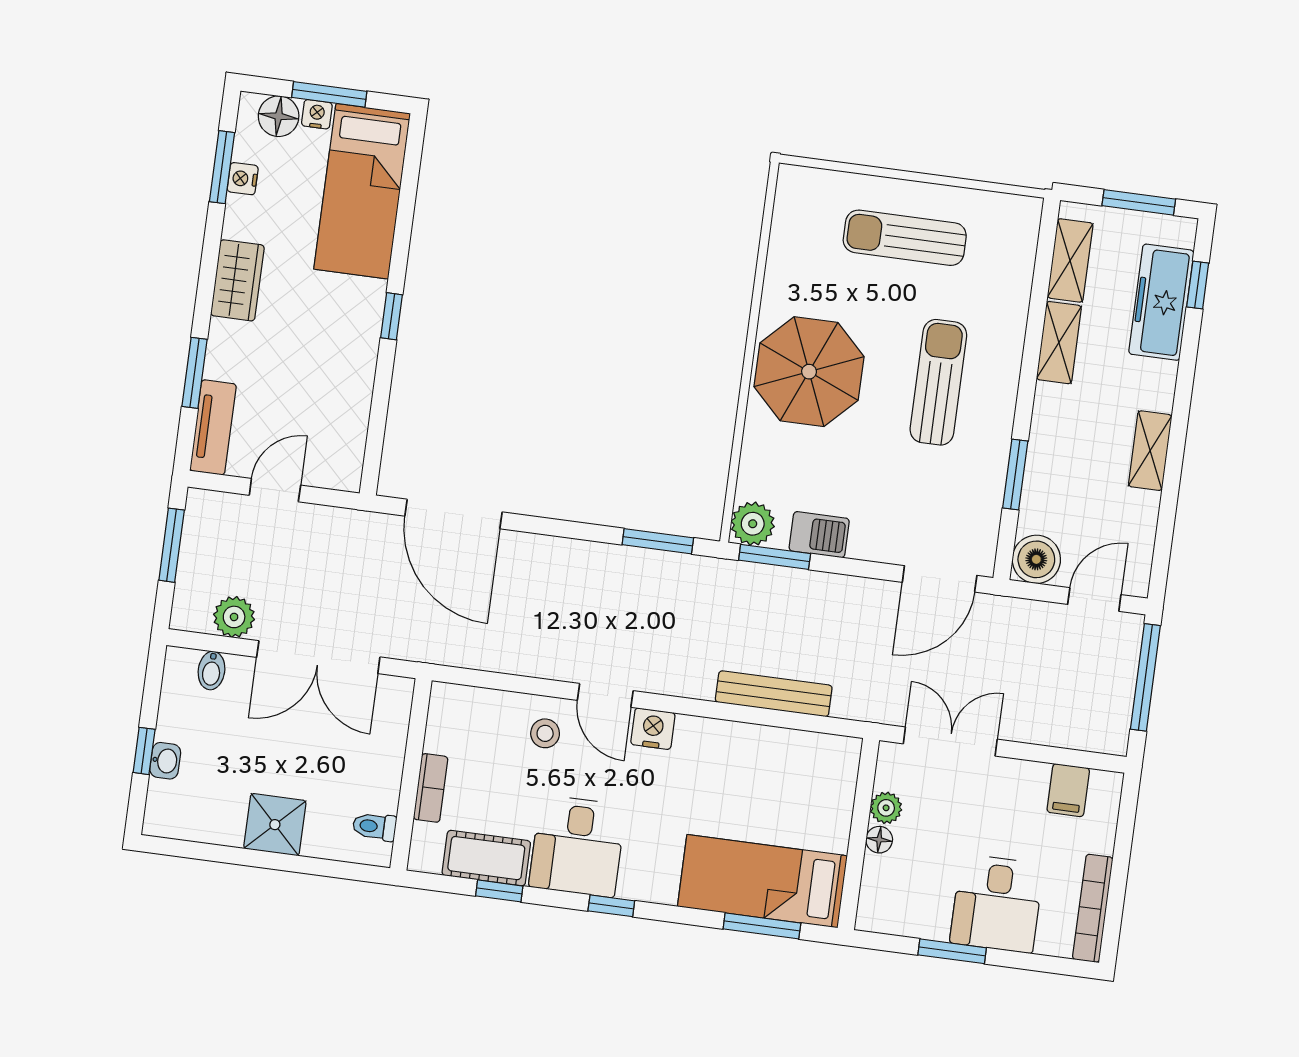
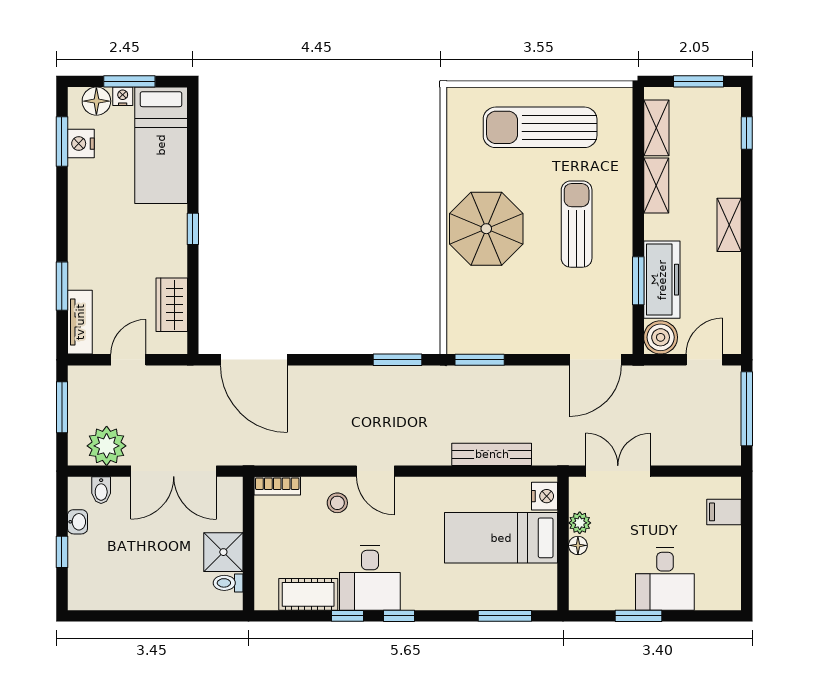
nightstand: (243, 179) -> (81, 144), width x1.39, depth x1.35
sun lounger: (905, 238) -> (540, 127), width x1.36, depth x1.34
wardrobe: (237, 280) -> (172, 305), moved, turned 180
freezer: (1161, 302) -> (662, 280), moved, turned 180
shelving: (1150, 451) -> (729, 225), moved
plant: (753, 524) -> (461, 339), removed
barbecue: (819, 535) -> (508, 340), removed
plant: (234, 617) -> (107, 446), width x1.36, depth x1.36
nightstand: (653, 729) -> (545, 496), moved, turned 90
washbasin: (165, 761) -> (77, 522), moved
bookcase: (431, 788) -> (277, 486), moved, turned 90
filing cabinet: (1068, 790) -> (724, 512), moved, turned 90
shower: (275, 825) -> (223, 552), moved
bed: (762, 881) -> (501, 538), moved
window: (499, 891) -> (348, 616), moved
bookcase: (1093, 908) -> (732, 573), removed

